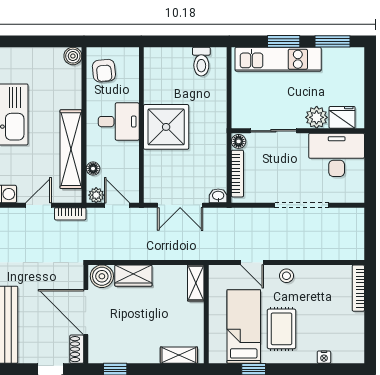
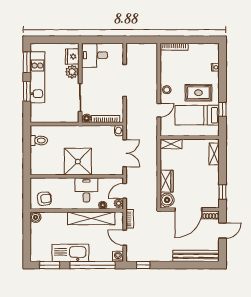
kitchen unit: (278, 59) -> (37, 77), moved
desk: (119, 122) -> (86, 190), moved
desk: (337, 155) -> (95, 55), width x0.73

